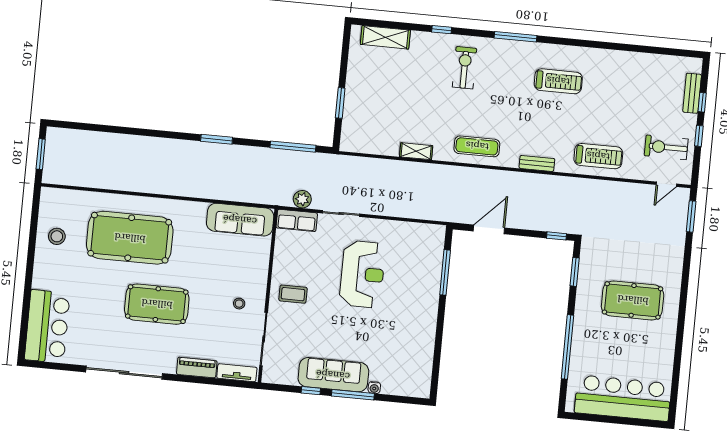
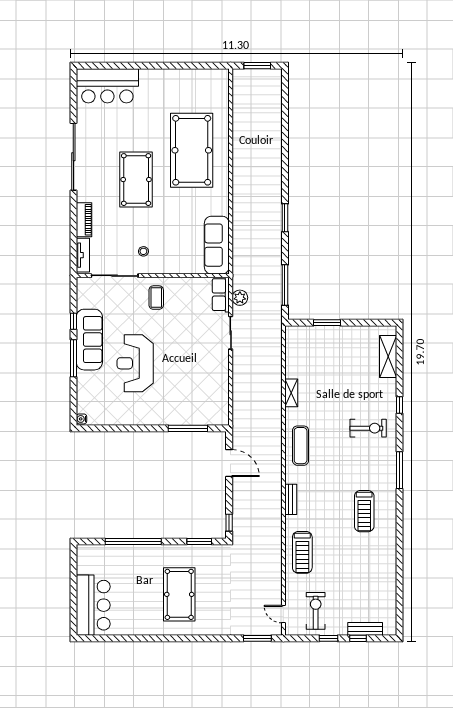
stool: (57, 236) -> (187, 87), removed
reception desk: (362, 274) -> (135, 363), moved, turned 90
water cooler: (374, 388) -> (82, 419), moved
bar counter: (623, 398) -> (93, 605), width x0.73

